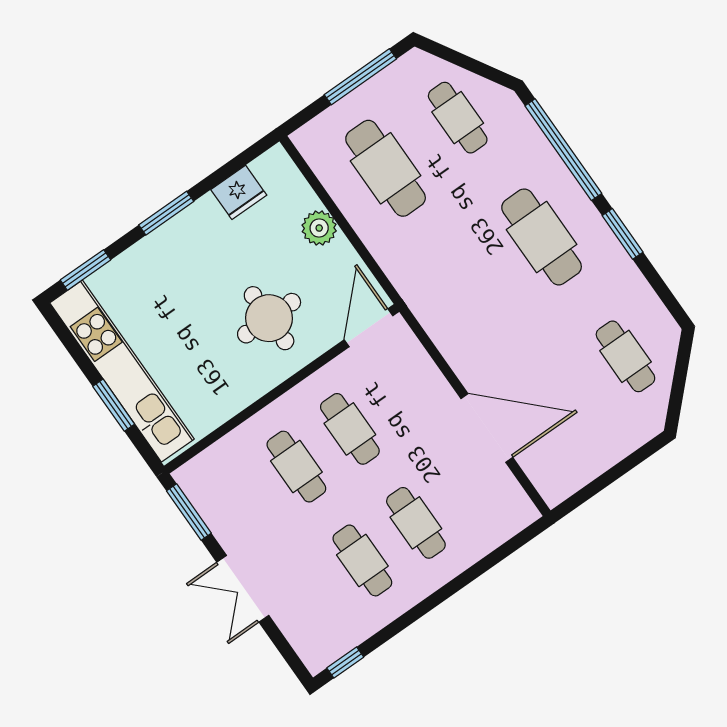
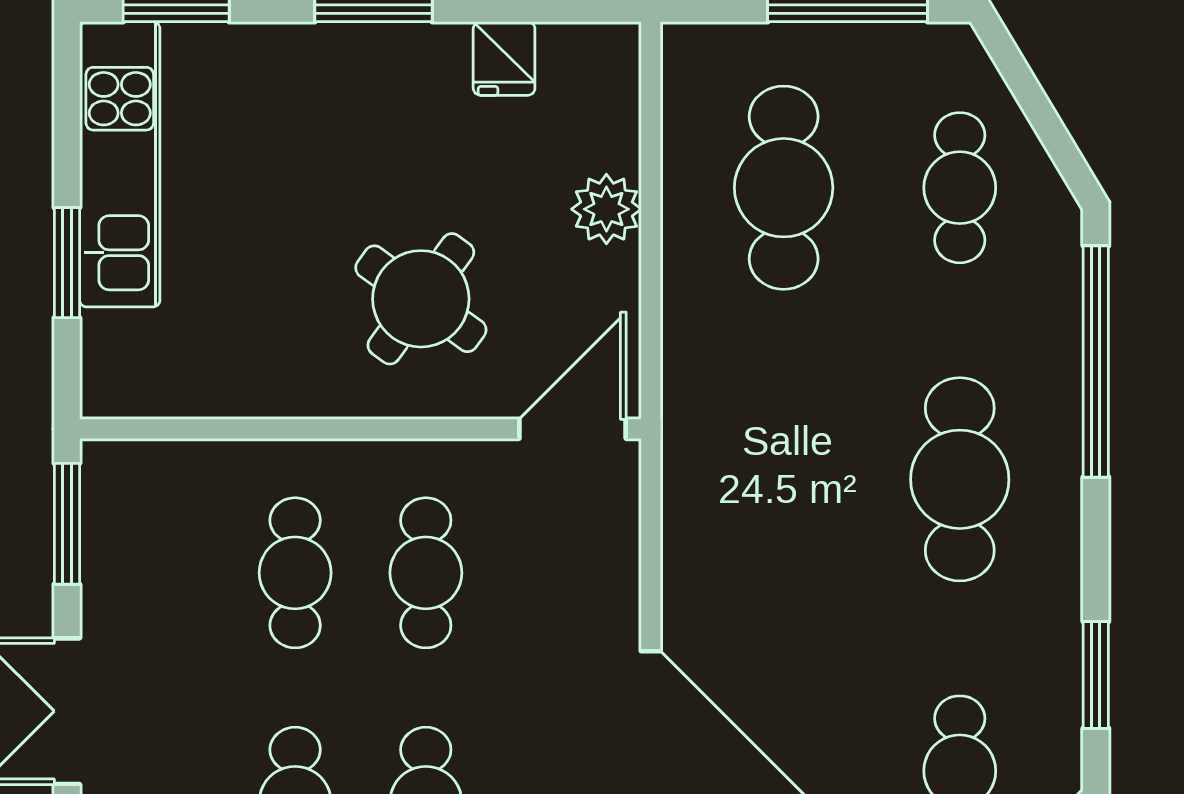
fridge: (239, 192) -> (504, 58), width x0.72
window: (623, 234) -> (1096, 675), moved
round table: (269, 318) -> (421, 299), turned 36
kitchen unit: (122, 371) -> (120, 164), width x0.73

